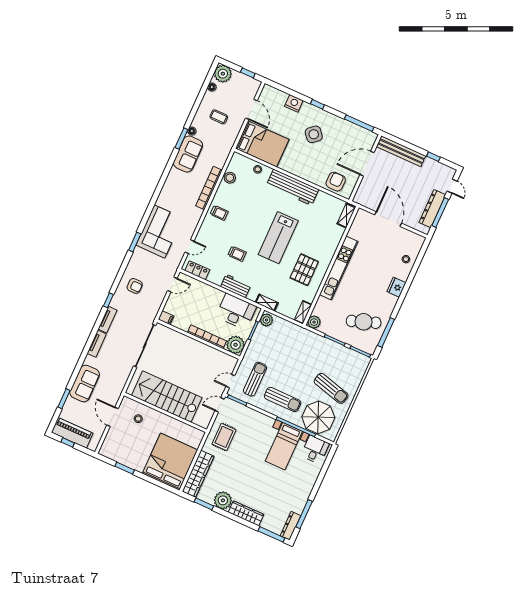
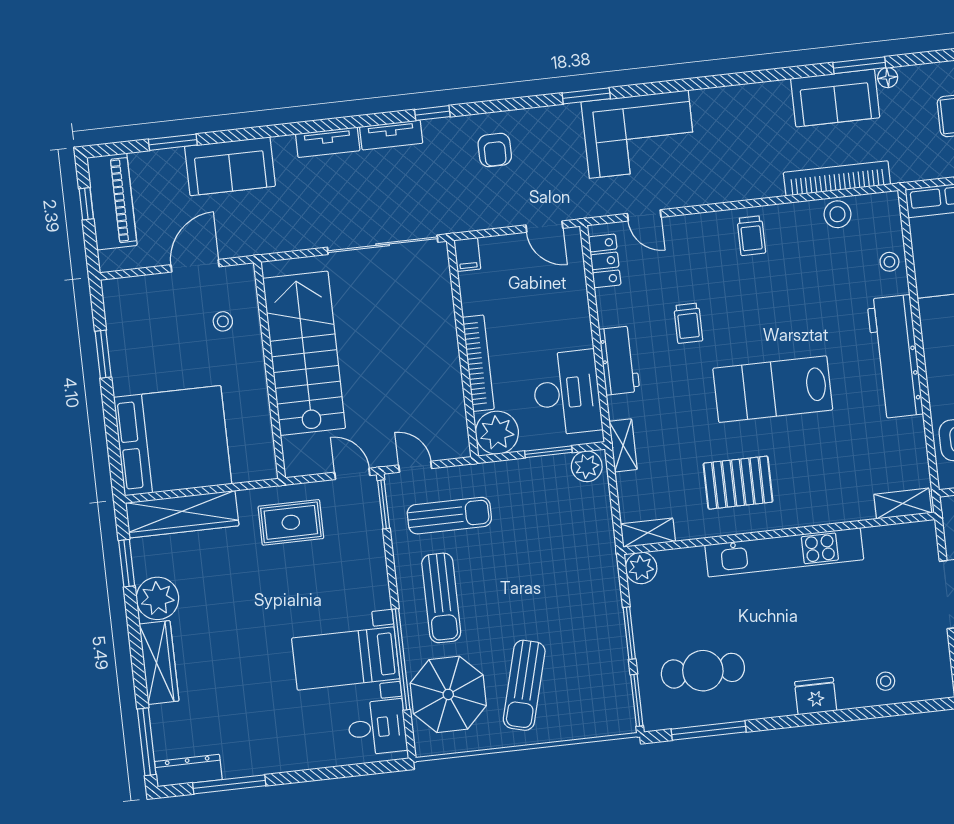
bookcase: (209, 188) -> (837, 178), moved
cafe table: (364, 322) -> (703, 671), turned -70

